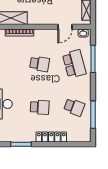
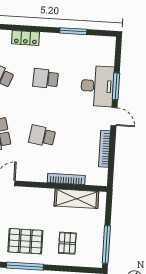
locker: (51, 137) -> (26, 38), width x0.66

